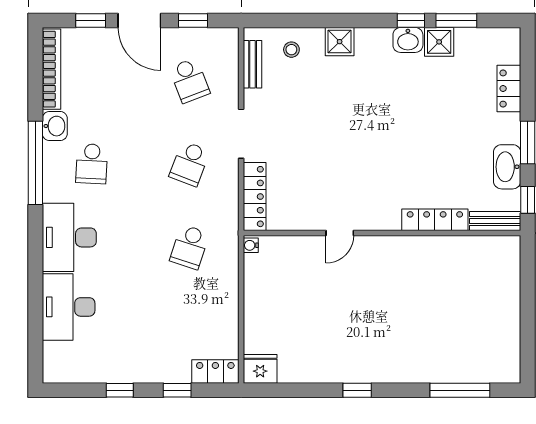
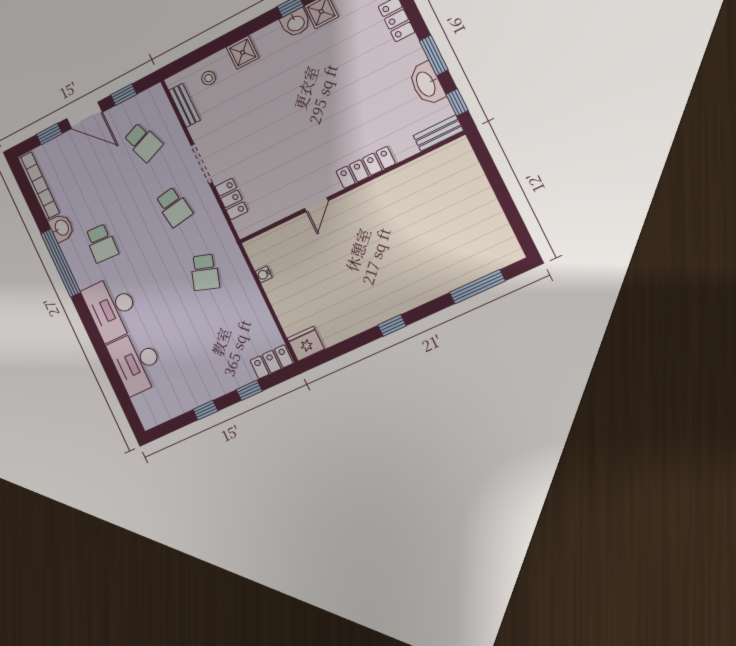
school desk: (190, 164) -> (174, 207), turned -30
locker: (255, 197) -> (231, 199), width x0.66
locker: (435, 220) -> (366, 167), moved
water cooler: (251, 245) -> (264, 274), moved

